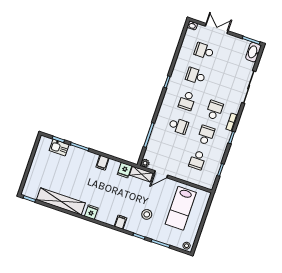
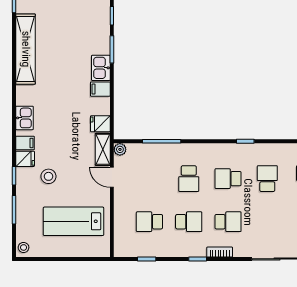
kitchen sink: (59, 147) -> (101, 68), moved
fridge: (91, 212) -> (25, 159), moved
kitchen sink: (104, 217) -> (25, 118), added

